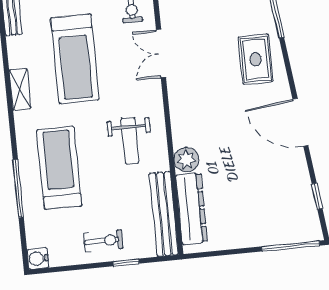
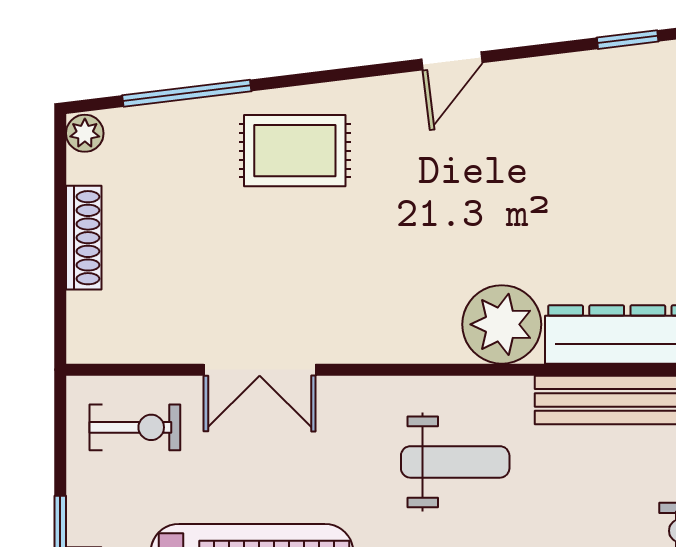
door: (300, 122) -> (452, 61), width x0.53
plant: (186, 160) -> (502, 324), width x1.36, depth x1.36

